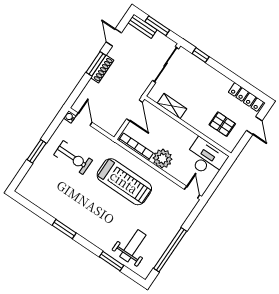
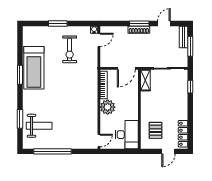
shelving: (172, 106) -> (145, 80), moved
treadmill: (124, 182) -> (34, 68), moved

